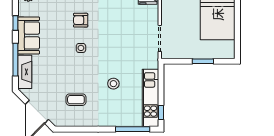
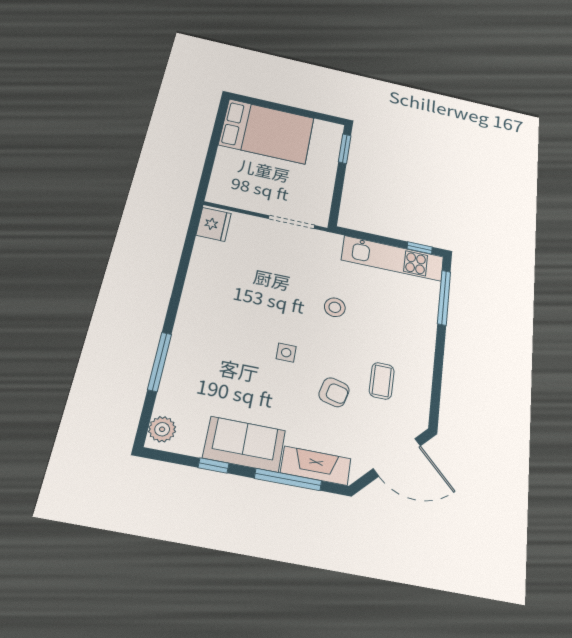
armchair: (81, 20) -> (334, 392), moved, turned -76
window: (203, 61) -> (345, 149), moved
stool: (113, 84) -> (335, 307), moved

